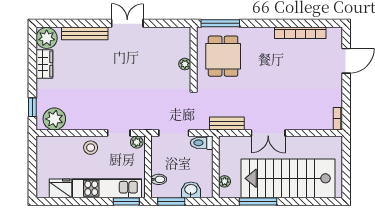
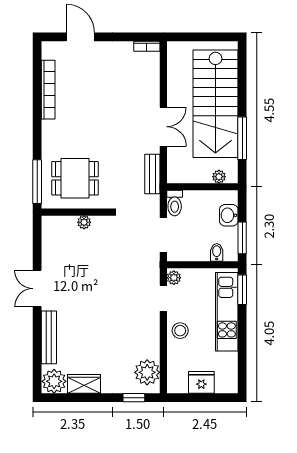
fridge: (60, 188) -> (201, 382), moved, turned 90

